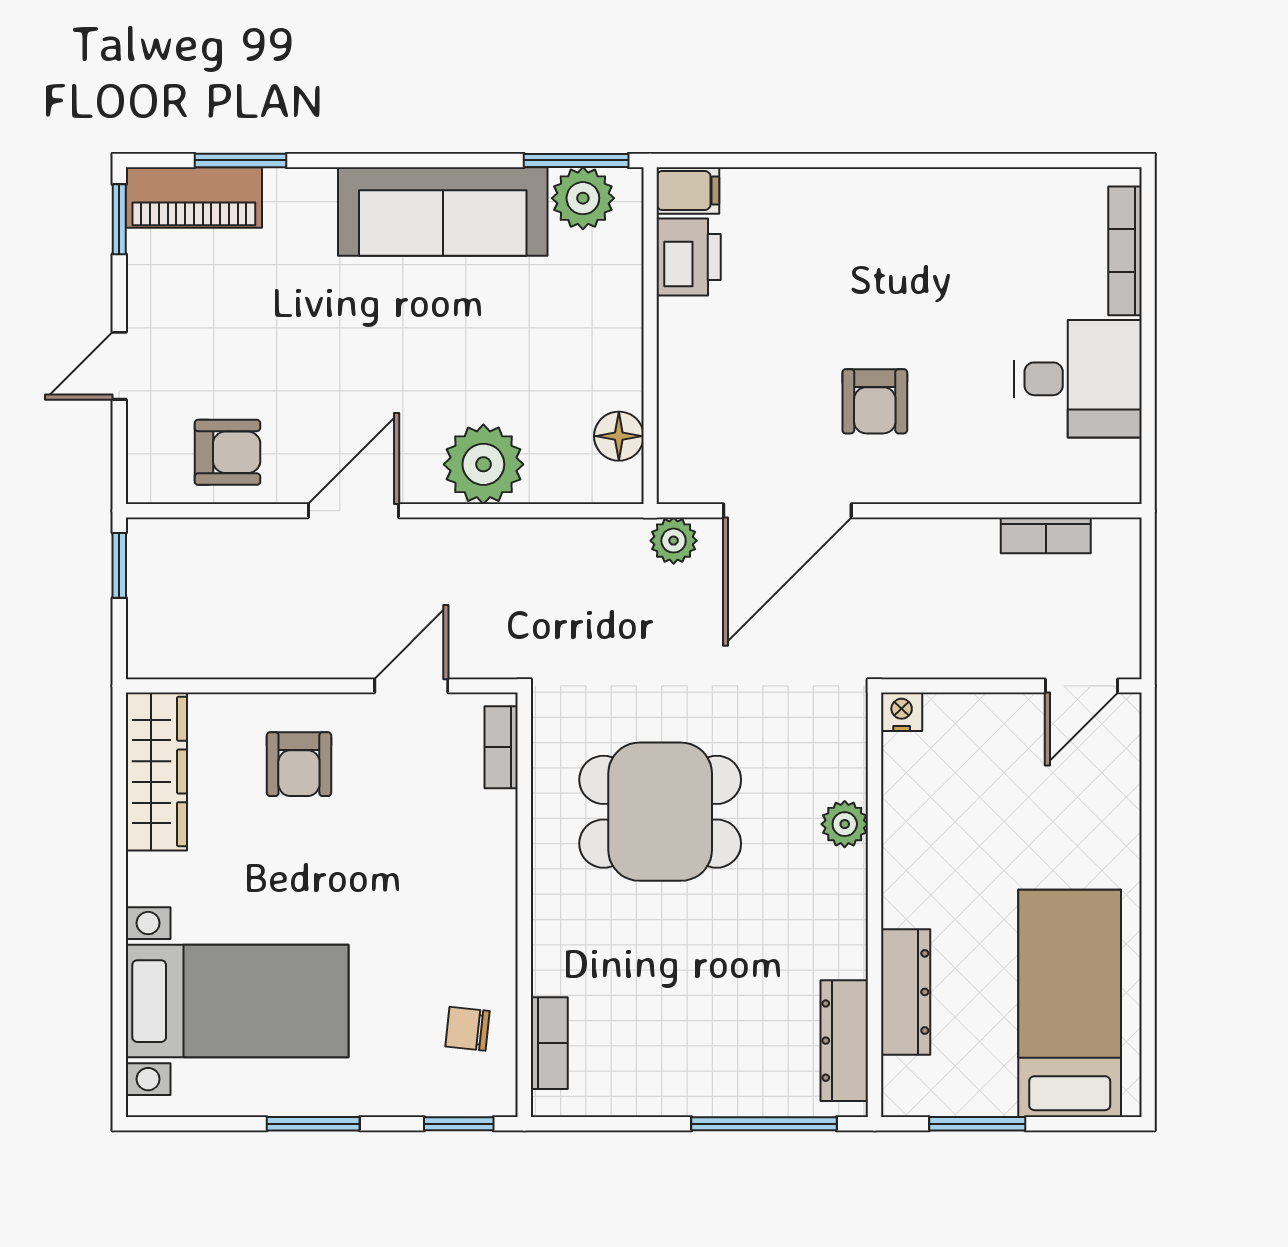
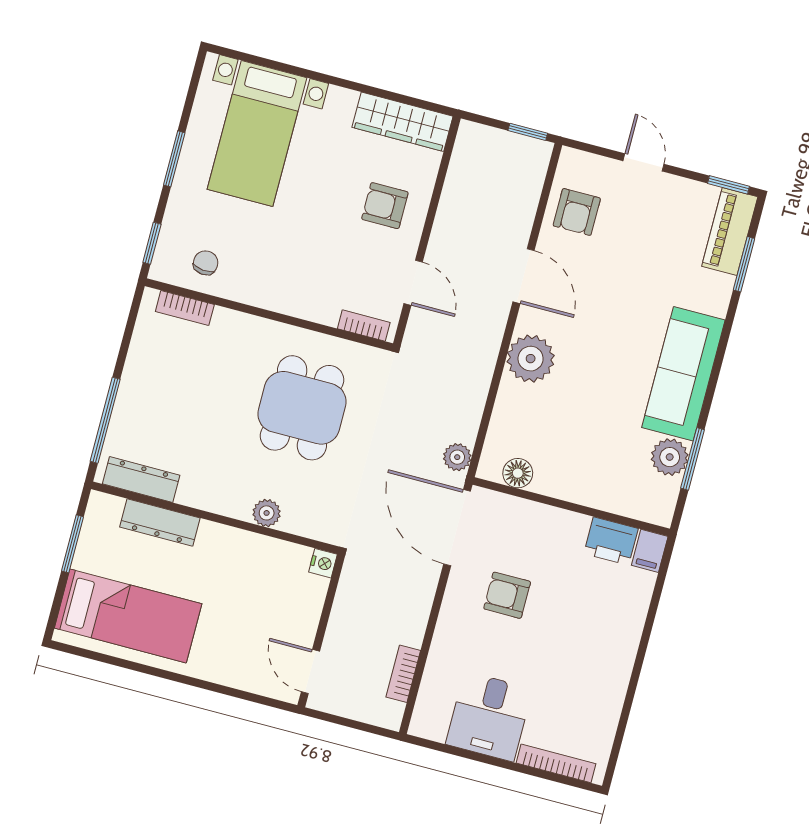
filing cabinet: (688, 190) -> (650, 551), moved
printer: (689, 257) -> (611, 541), moved
wall: (650, 336) -> (571, 507), moved
floor lamp: (619, 436) -> (518, 473), moved

